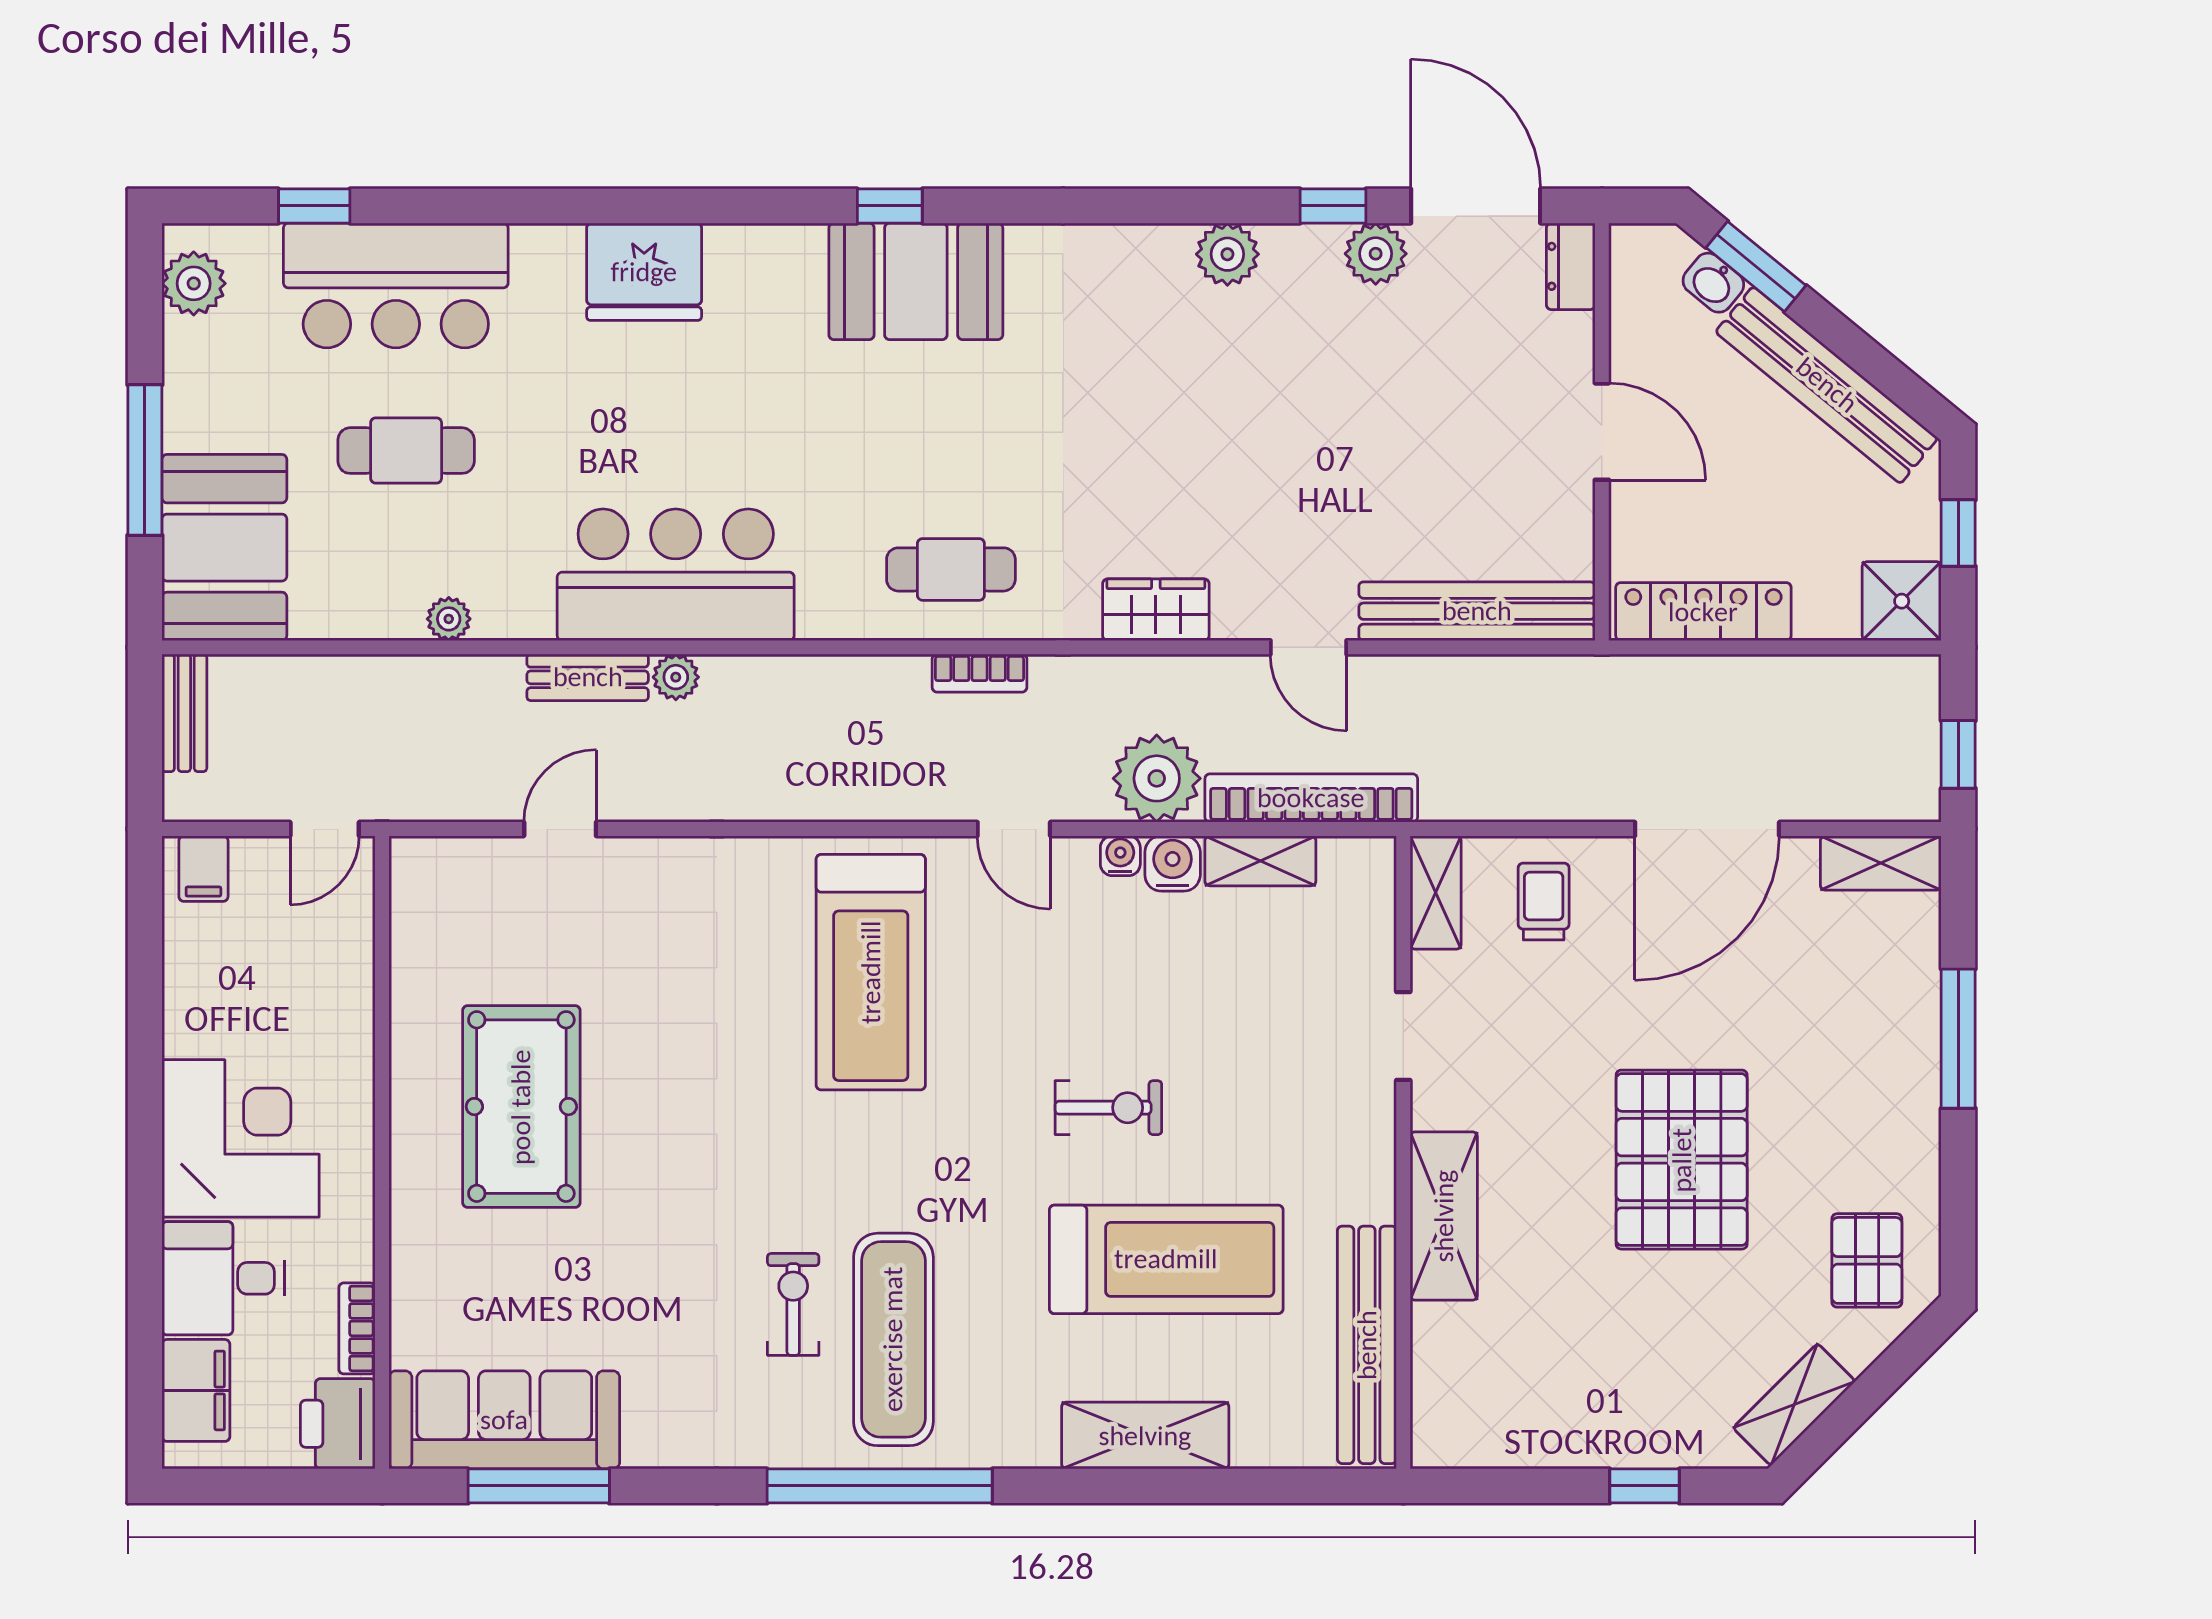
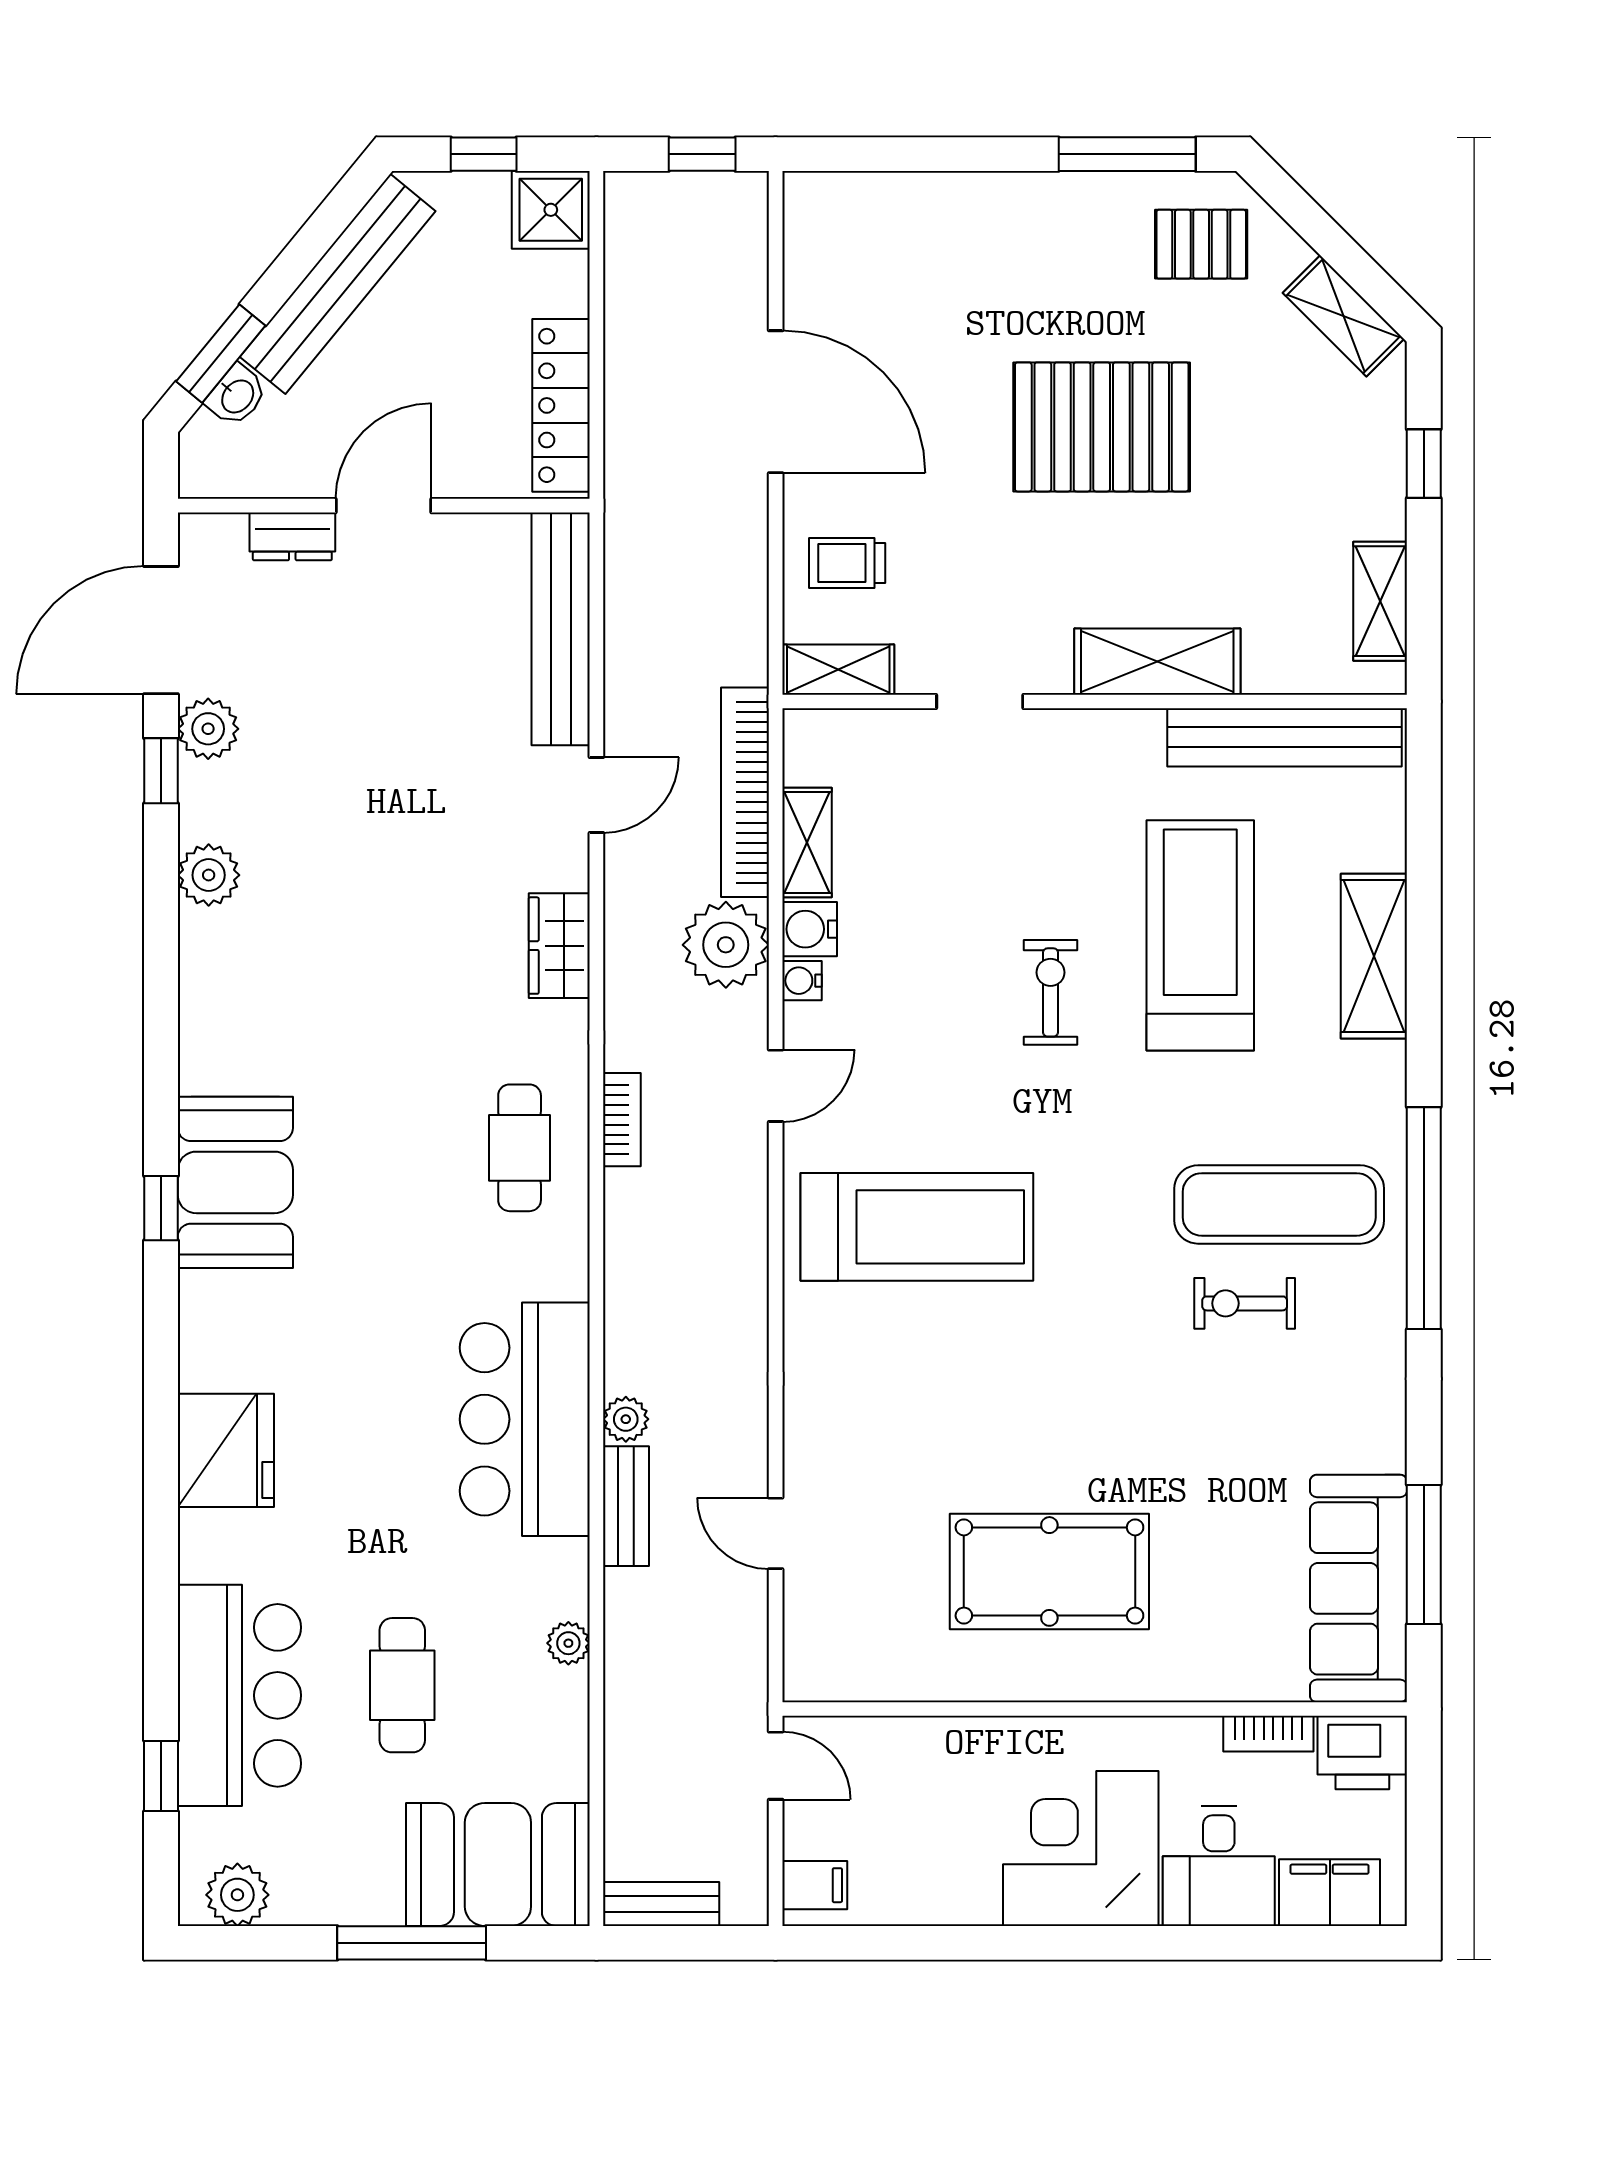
dresser: (1571, 266) -> (292, 536), moved
shelving: (1881, 863) -> (1380, 601), moved
window: (1958, 1039) -> (1127, 154), moved

